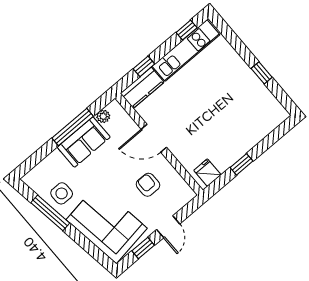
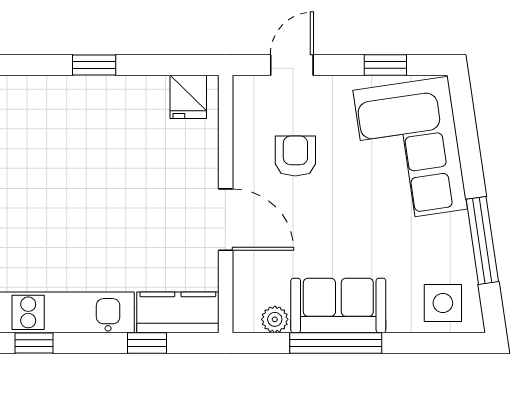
window: (242, 164) -> (94, 65), moved
armchair: (148, 185) -> (295, 156), turned 180
side table: (62, 193) -> (443, 303), moved
door: (168, 227) -> (292, 65), moved

